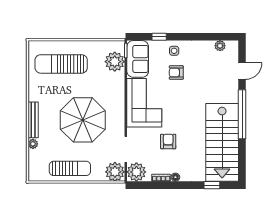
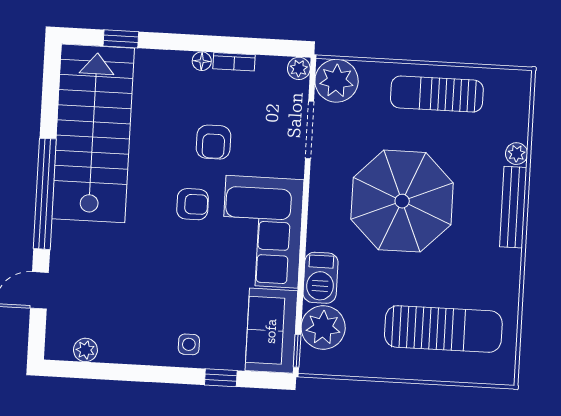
armchair: (176, 73) -> (193, 204), moved
barbecue: (117, 84) -> (320, 278), added
plant: (136, 172) -> (299, 68), width x0.53, depth x0.53

